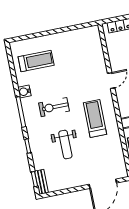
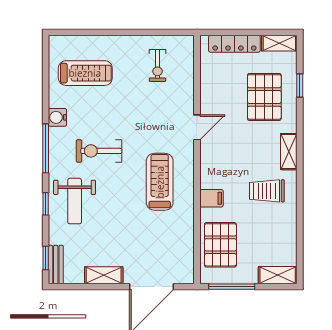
exercise bike: (79, 47) -> (157, 66), added
weight bench: (65, 144) -> (75, 201), moved
shelving: (72, 183) -> (104, 275), added

